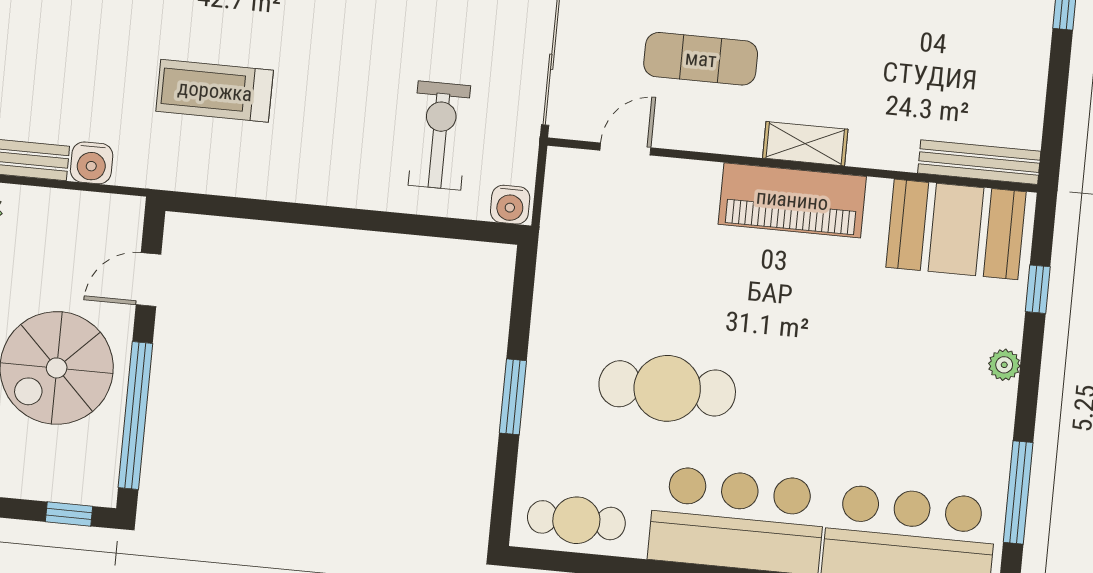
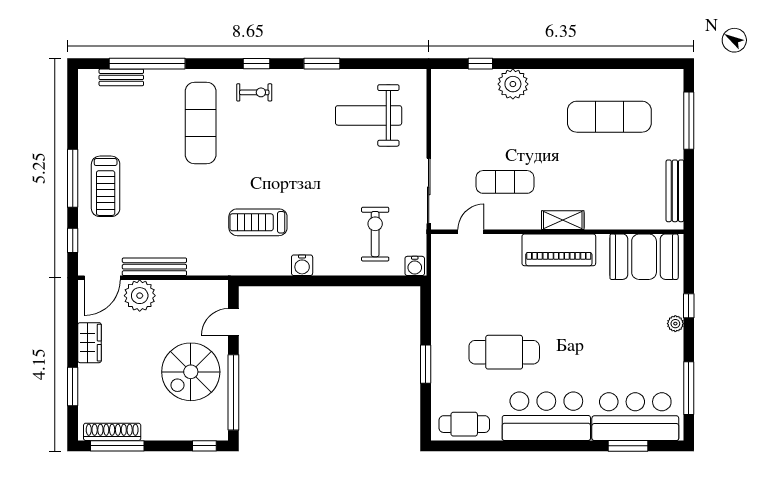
bench: (979, 162) -> (675, 191), moved, turned 90
water cooler: (92, 163) -> (302, 265), moved
window: (1038, 289) -> (689, 306), moved

